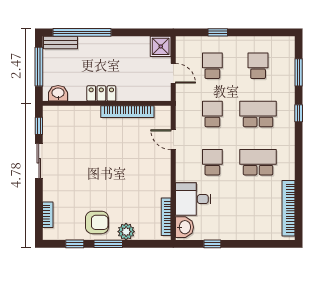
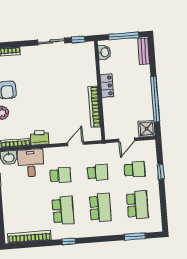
window: (82, 32) -> (155, 99), moved
school desk: (258, 66) -> (137, 205), width x1.85
window: (299, 113) -> (69, 242), moved
printer: (162, 185) -> (40, 138), added

